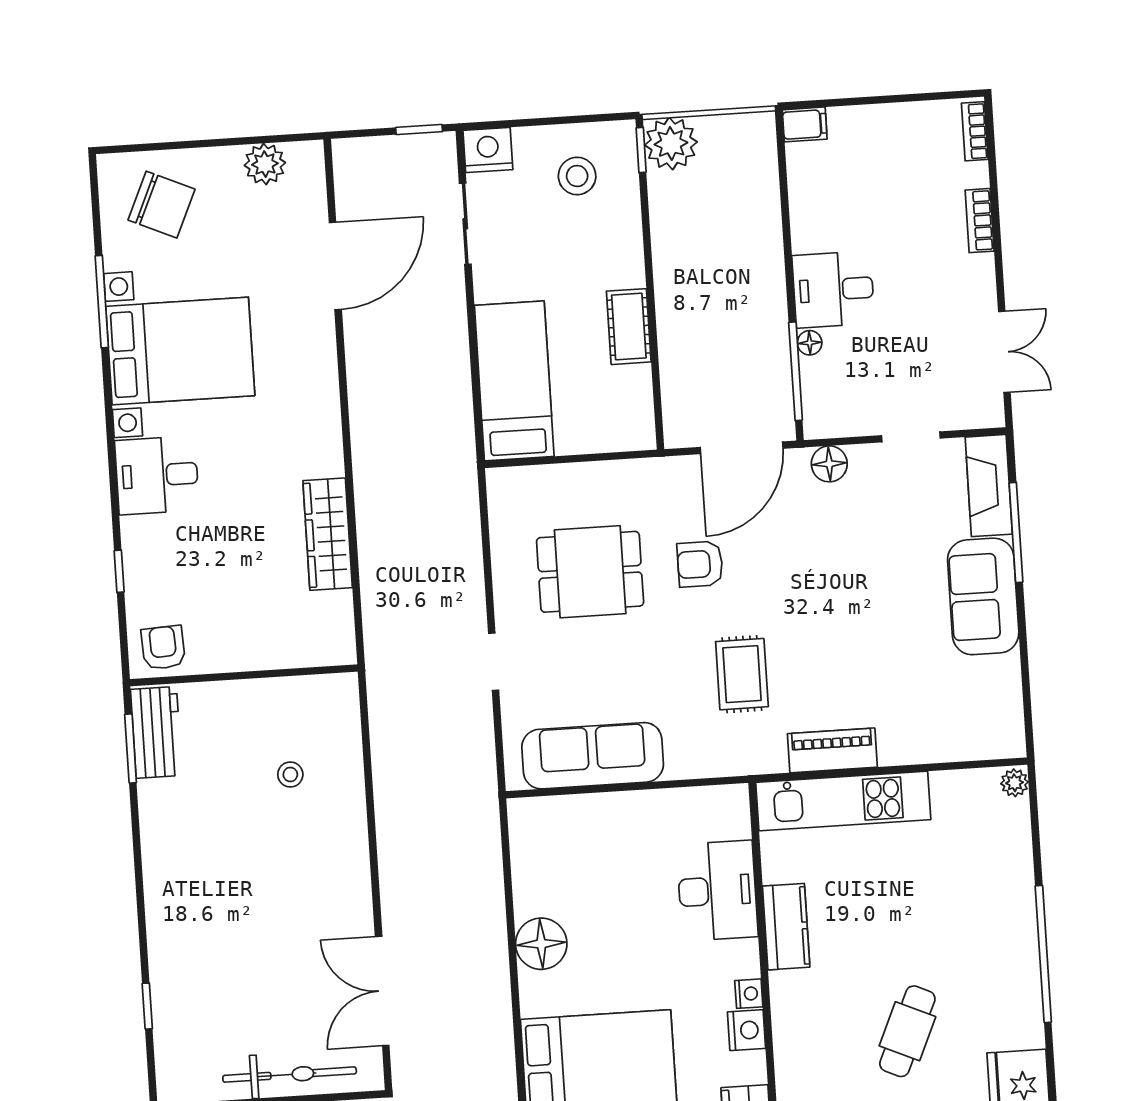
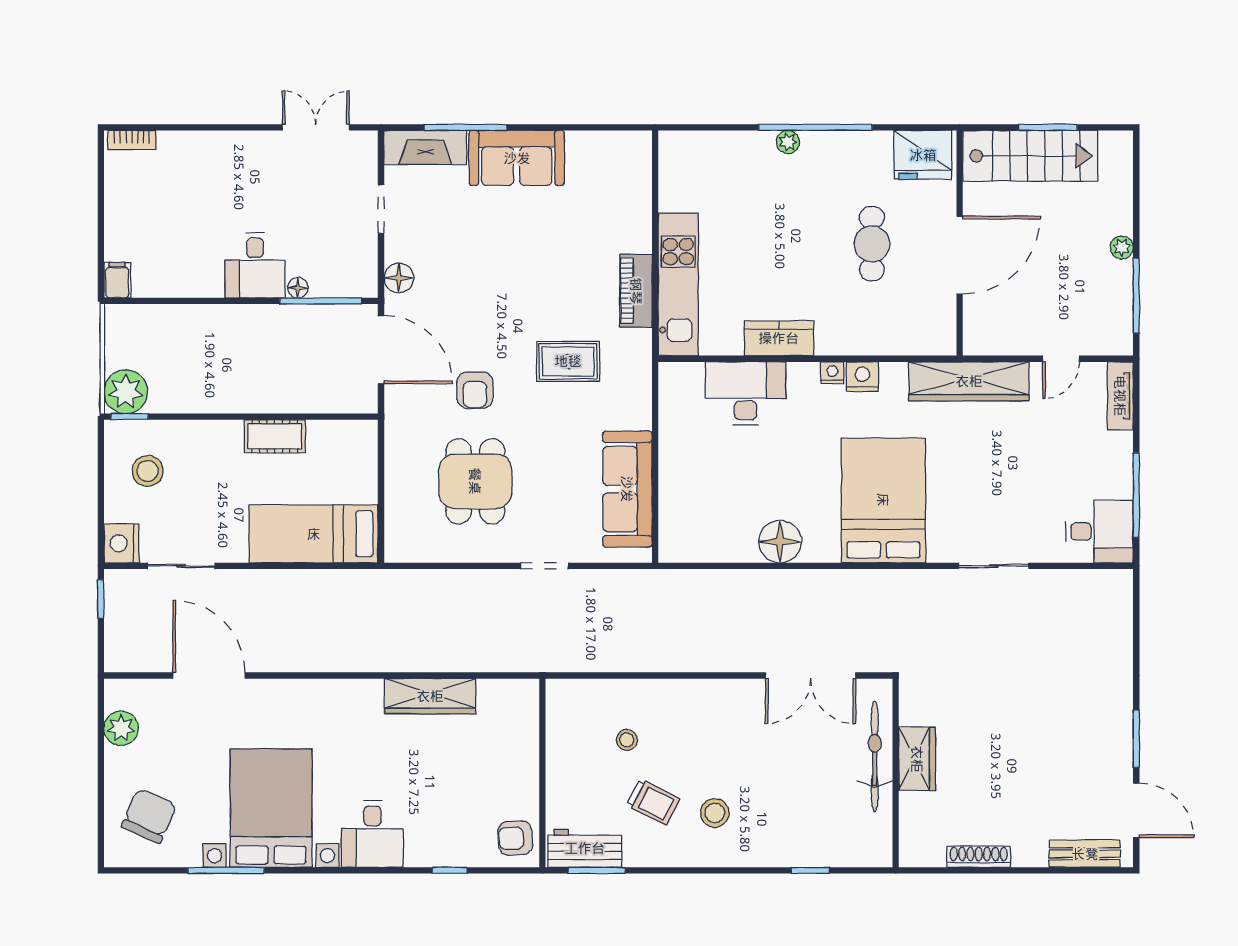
bookcase: (980, 221) -> (206, 141), removed
plant: (1015, 783) -> (788, 142), moved
trolley: (217, 811) -> (653, 802), added
stool: (209, 886) -> (715, 813), added
cafe table: (907, 1031) -> (872, 244), turned 66

